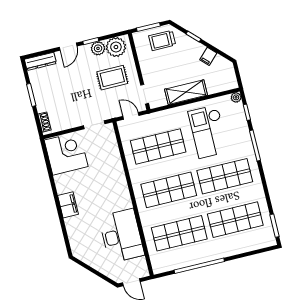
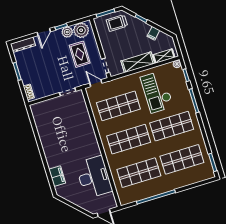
rug: (112, 78) -> (80, 54), turned 90
shelving: (220, 86) -> (164, 56), added
corner desk: (66, 153) -> (47, 115), removed
filing cabinet: (68, 205) -> (57, 176), moved

